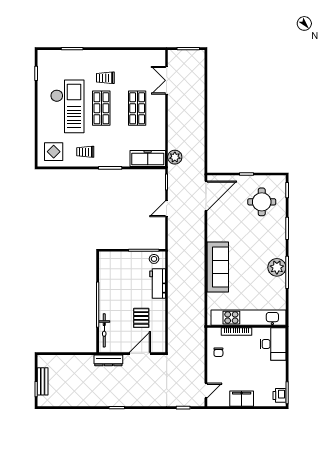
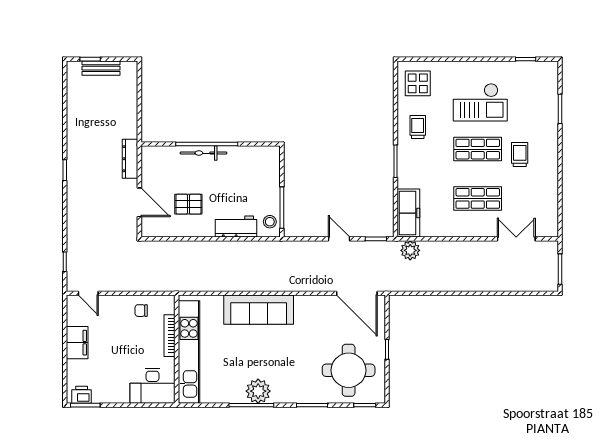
checkout: (67, 106) -> (480, 102), width x0.73, depth x0.83
round table: (262, 202) -> (349, 370), width x1.36, depth x1.36
bicycle: (104, 330) -> (204, 153), moved

